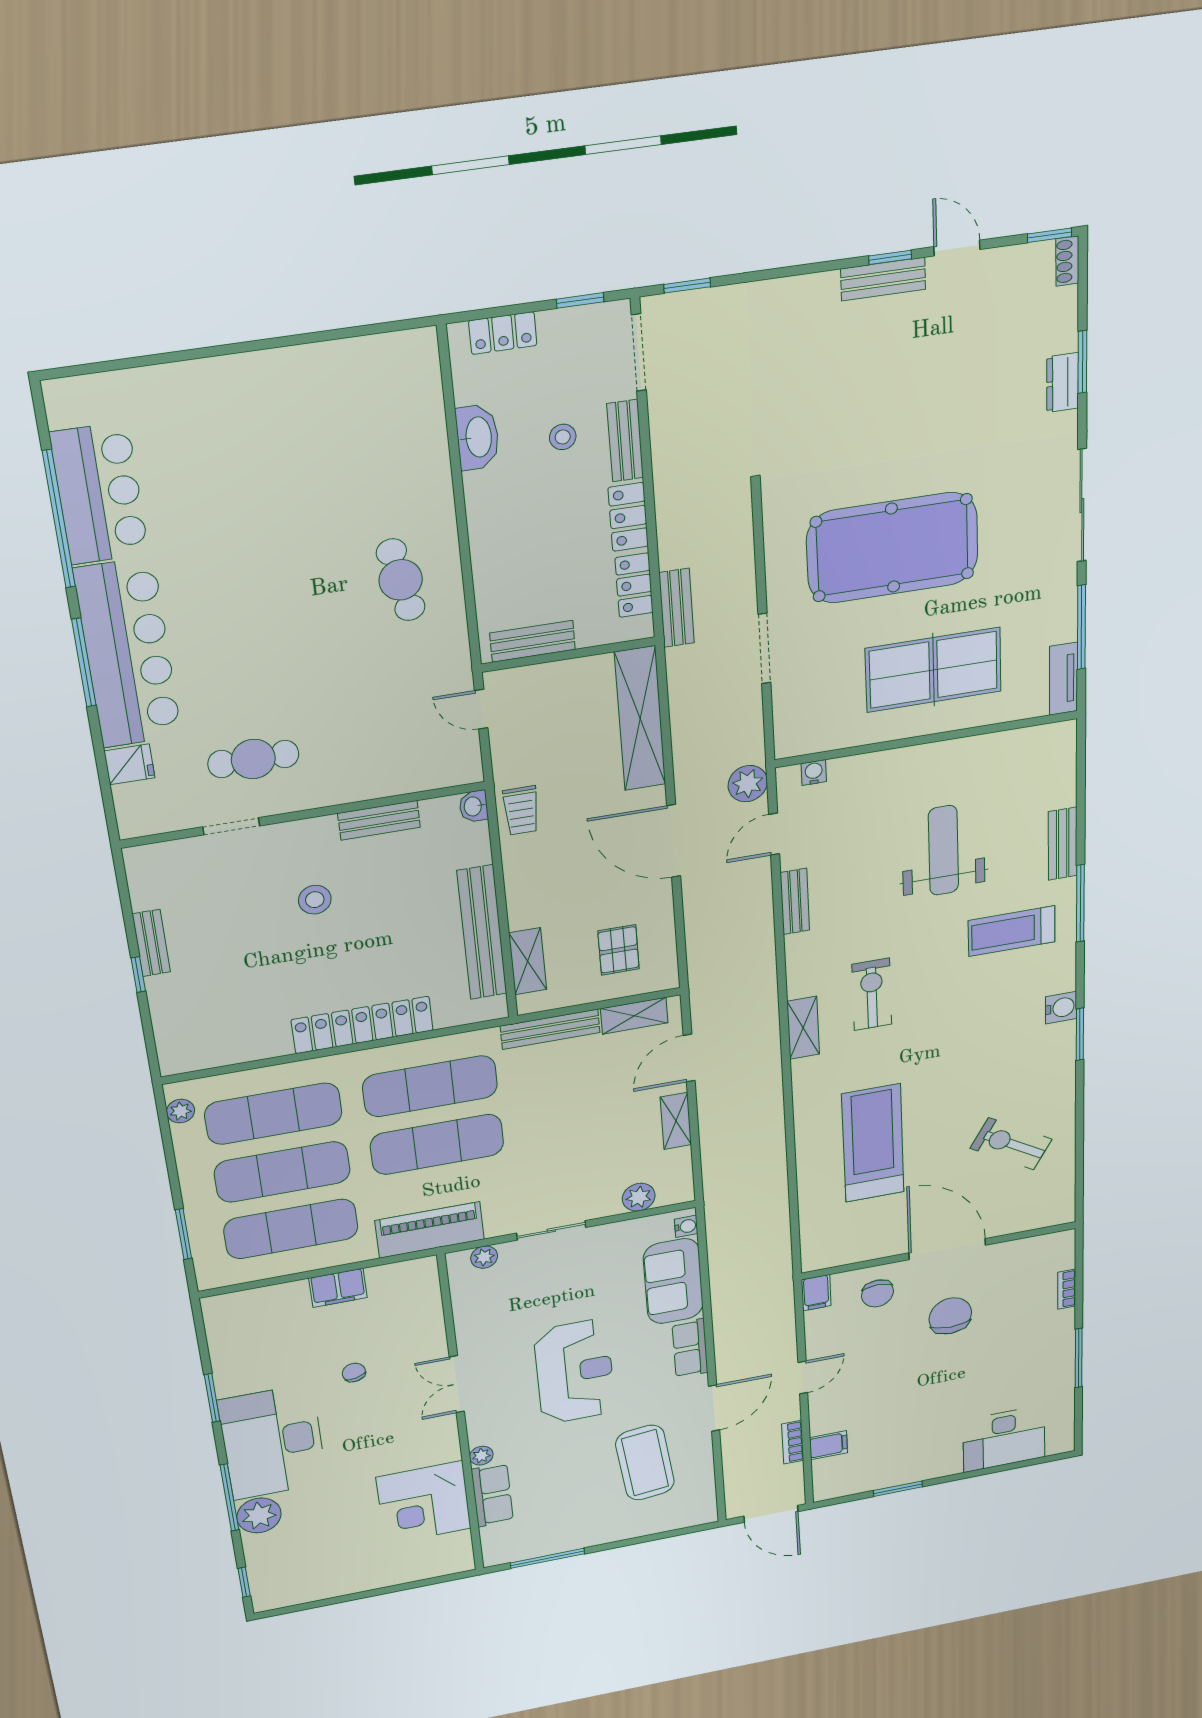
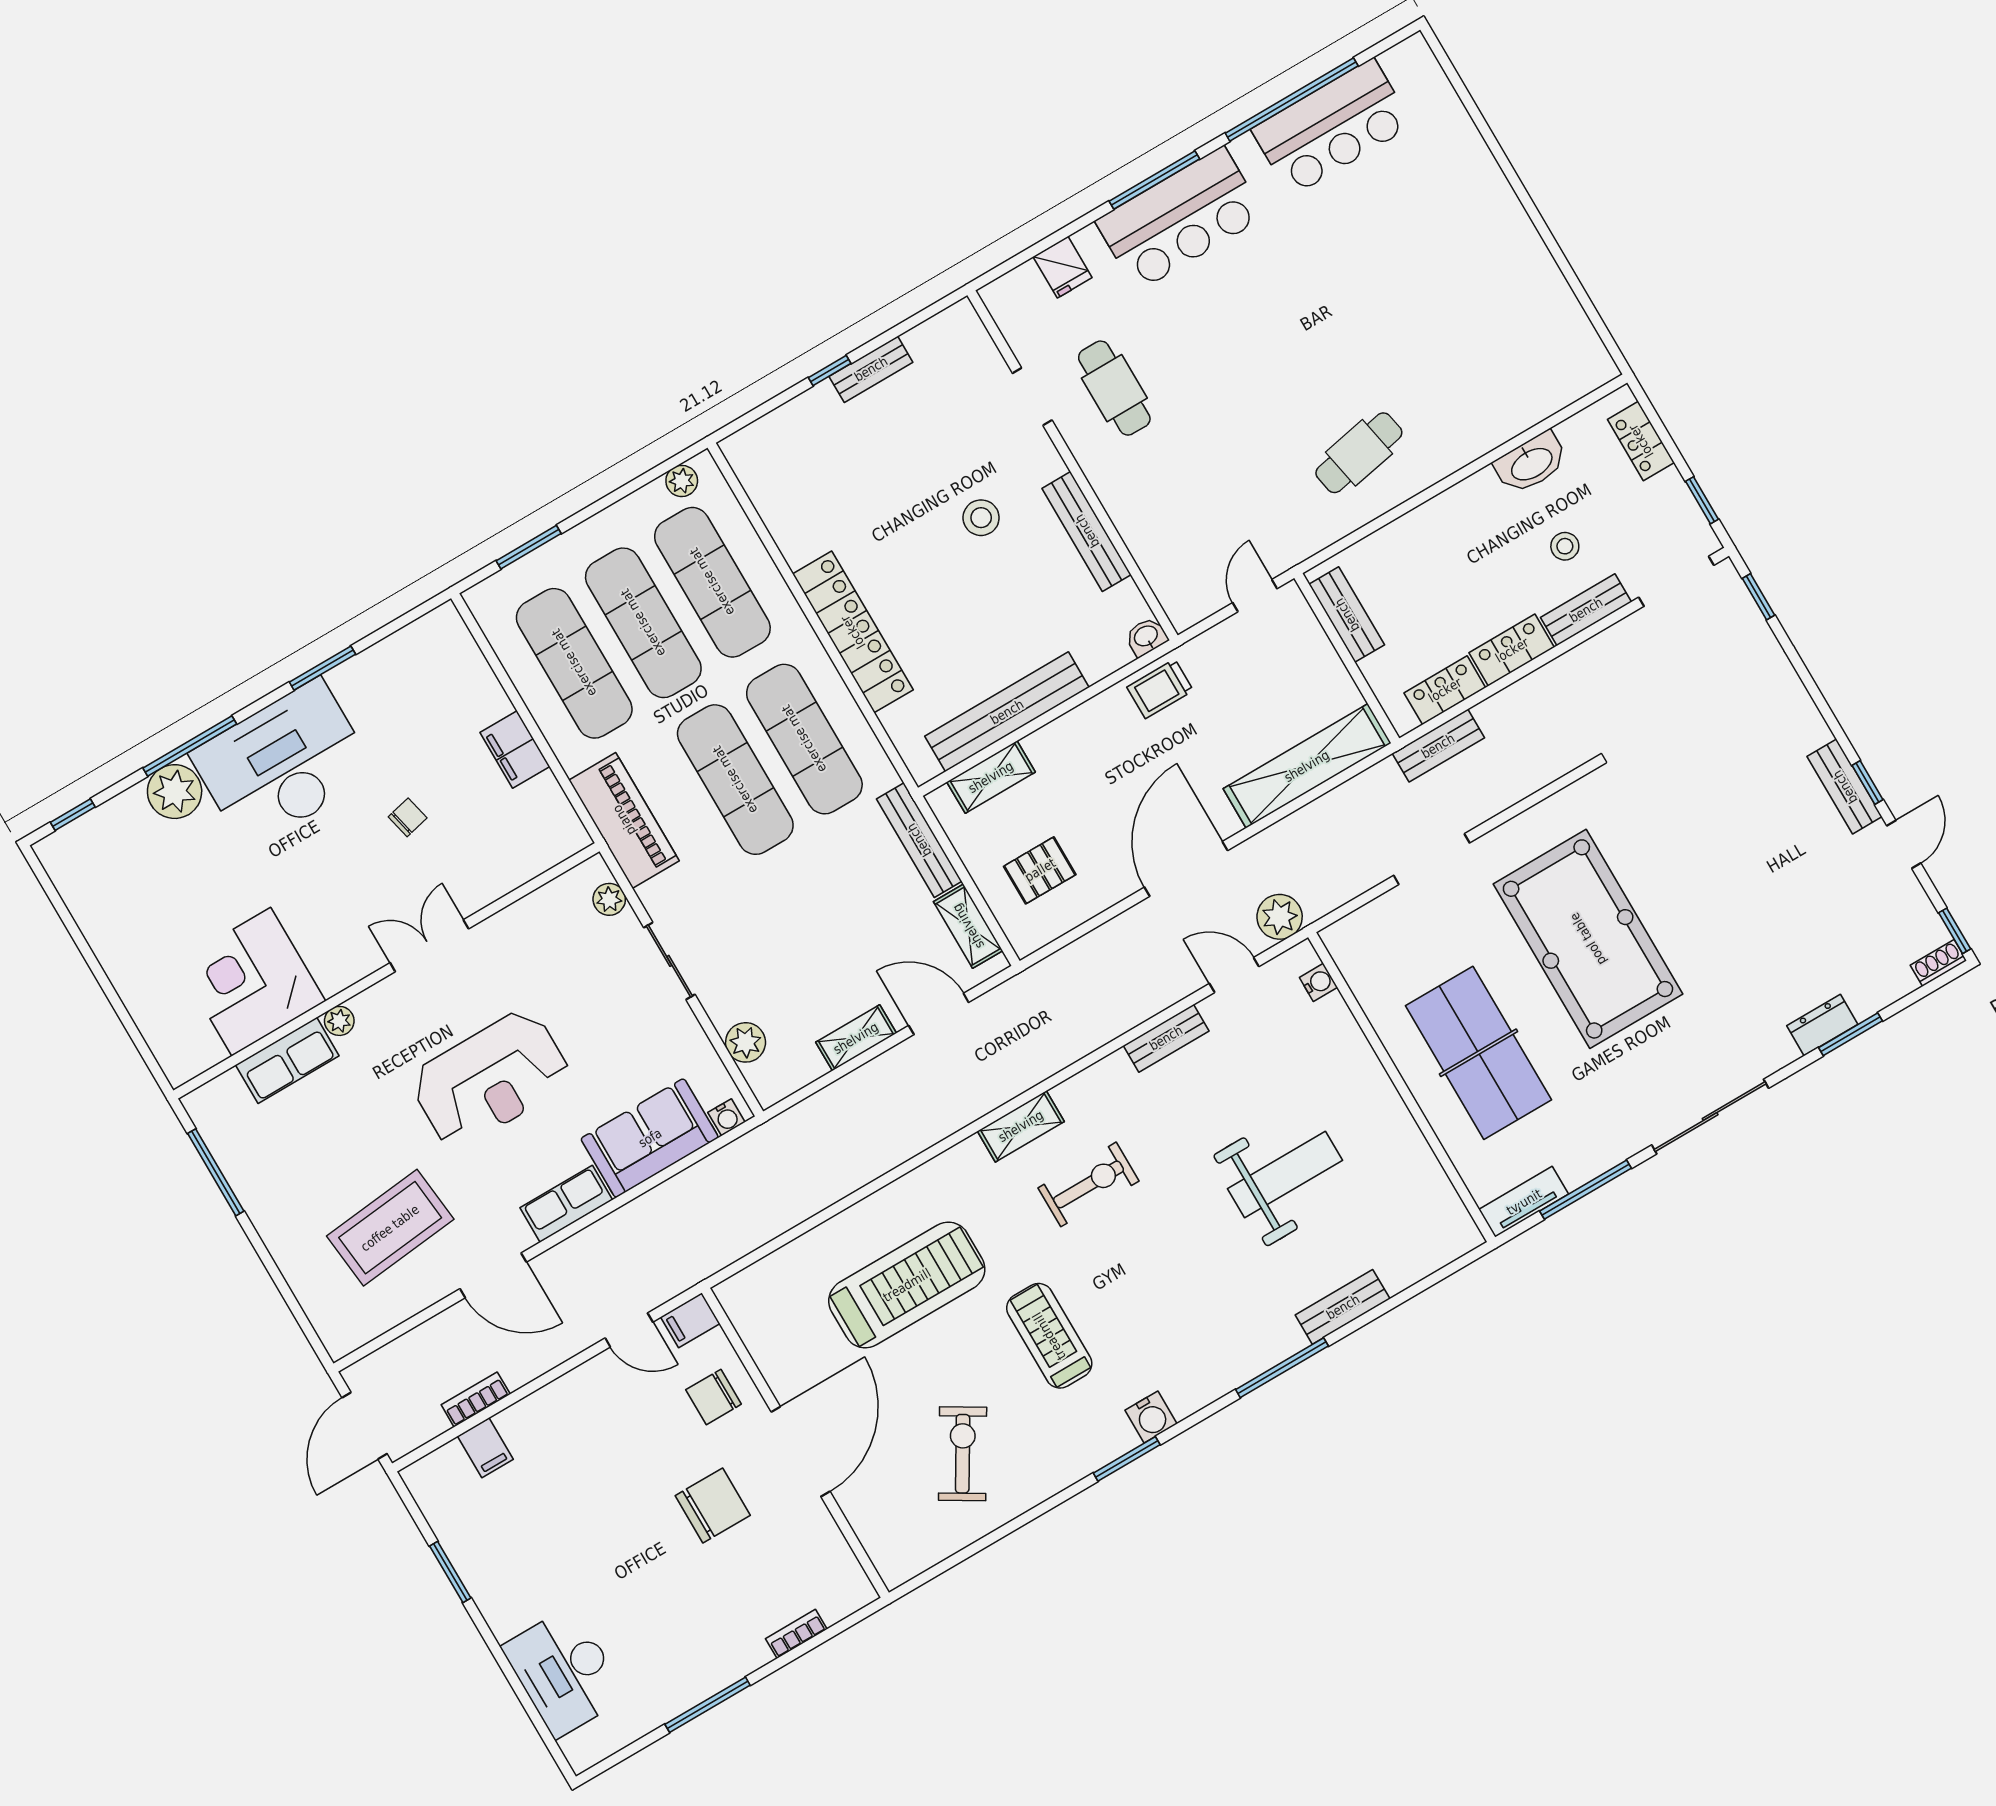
bar counter: (128, 653) -> (1180, 219), width x0.73
bench: (379, 820) -> (1087, 531), width x1.36
treadmill: (1012, 931) -> (1049, 1336), moved
door: (803, 1378) -> (629, 1330), moved

